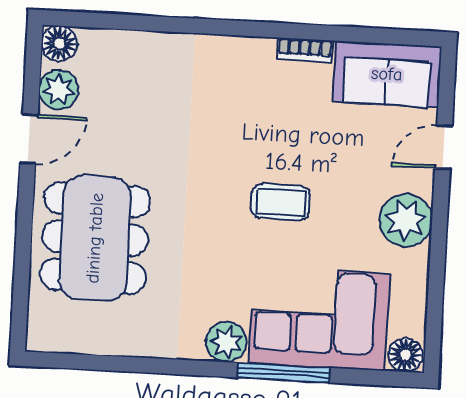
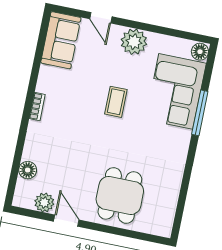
floor lamp: (59, 43) -> (28, 170), moved
bookcase: (305, 50) -> (37, 107), moved
dining table: (95, 238) -> (120, 195), width x0.73
plant: (226, 342) -> (181, 139), removed

